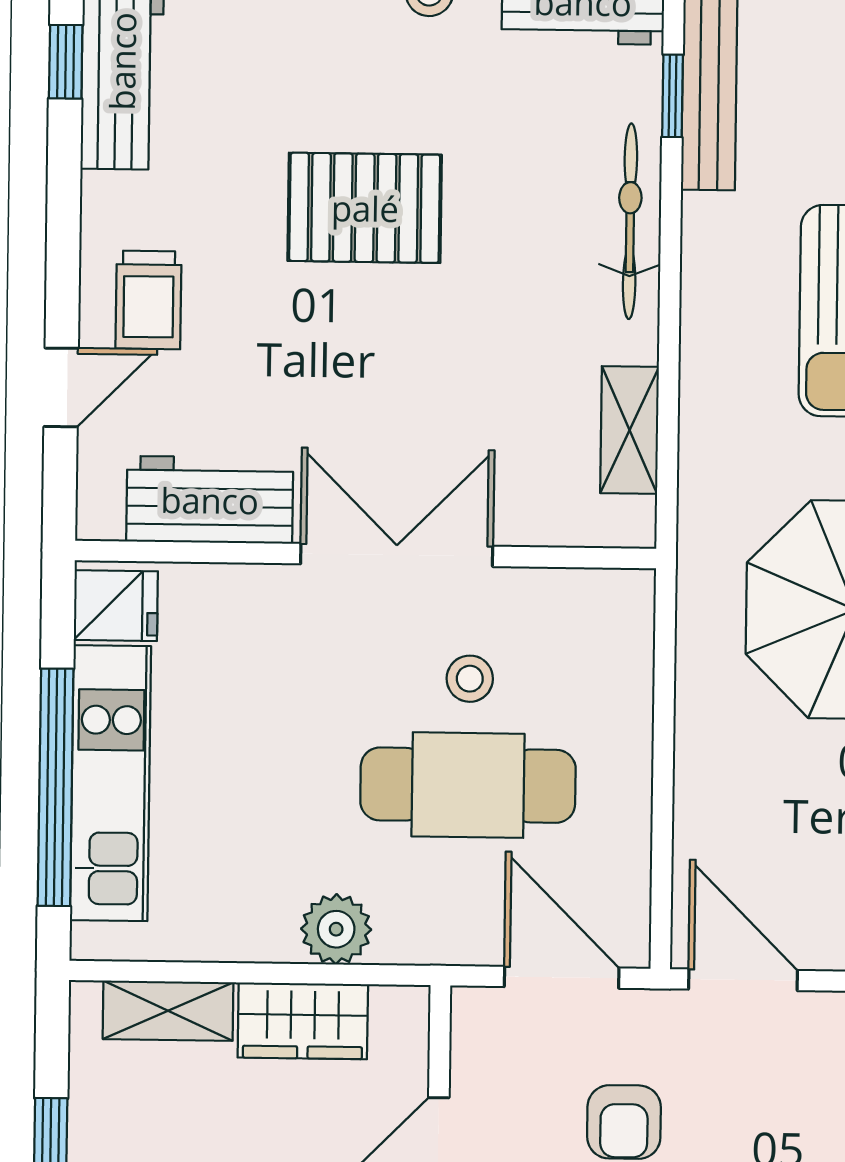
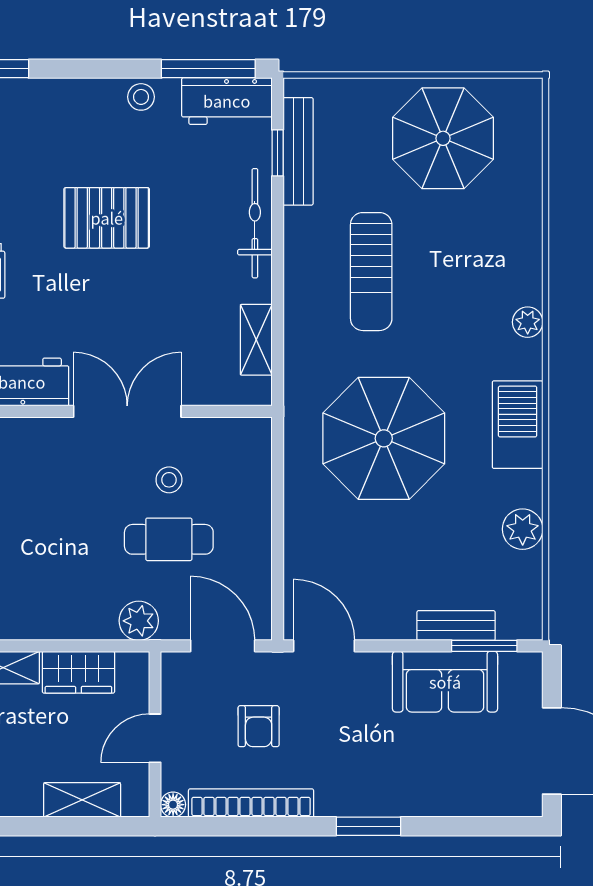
cafe table: (468, 785) -> (169, 539), width x0.73, depth x0.74
plant: (336, 929) -> (139, 621), moved

